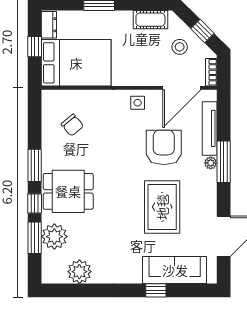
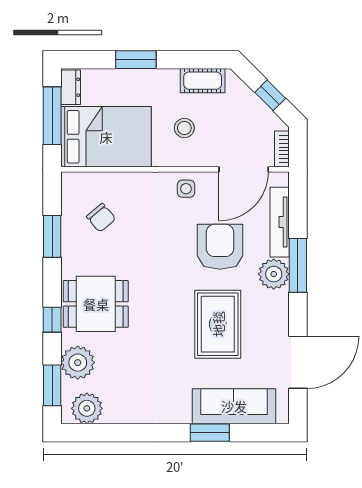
window: (35, 47) -> (52, 116), width x2.17
stool: (180, 47) -> (184, 128), moved
plant: (211, 163) -> (274, 274), width x1.88, depth x1.88
window: (35, 165) -> (52, 236), moved
window: (35, 238) -> (52, 385), moved
plant: (79, 272) -> (87, 408), moved
window: (156, 290) -> (210, 433), width x1.50

